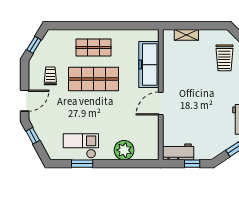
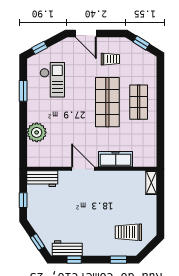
shelving: (186, 35) -> (151, 183), moved
freezer: (149, 65) -> (116, 159), width x0.73, depth x0.79
window: (33, 136) -> (40, 48), moved
checkout: (81, 146) -> (52, 80), moved
workbench: (178, 152) -> (42, 179), moved, turned 90

